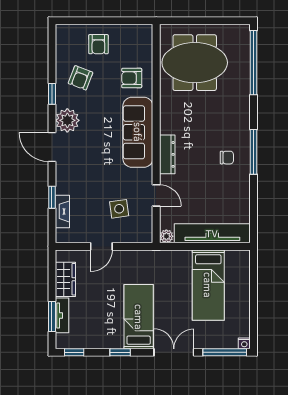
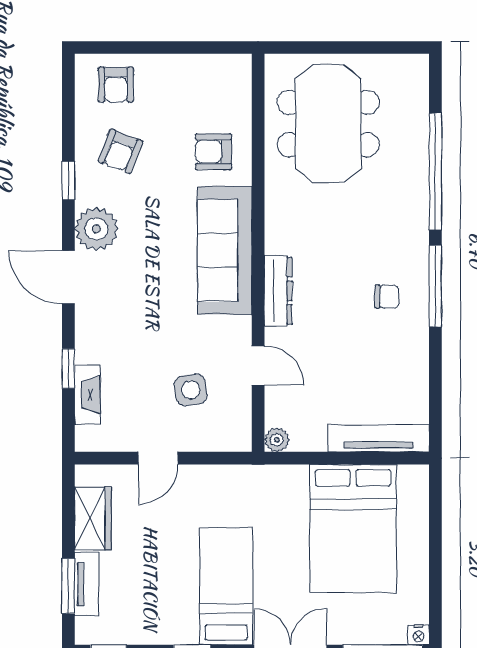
armchair: (98, 44) -> (116, 85), moved
meeting table: (195, 63) -> (328, 124), turned 90
window: (254, 63) -> (435, 171), moved
tv unit: (212, 233) -> (379, 438), width x0.73, depth x0.78
bed: (208, 285) -> (353, 529), width x1.50

